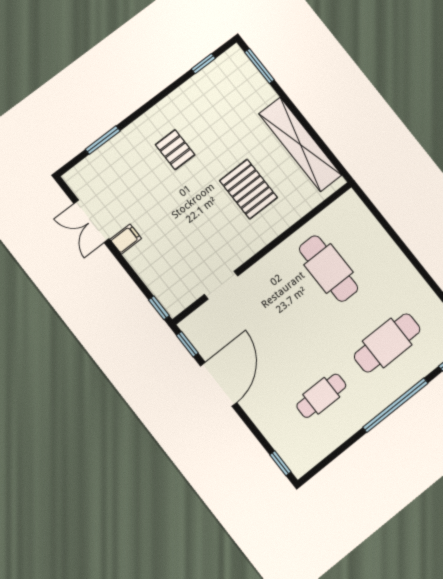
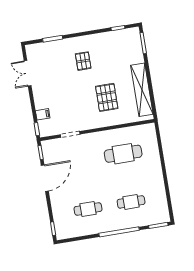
filing cabinet: (126, 239) -> (43, 114), moved
cafe table: (328, 269) -> (123, 154), turned 90
cafe table: (387, 343) -> (131, 202), width x0.73, depth x0.74

